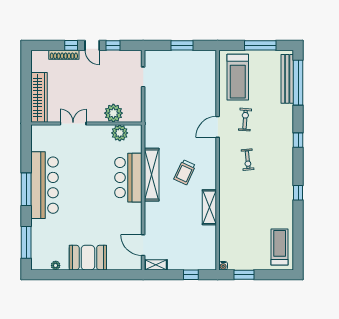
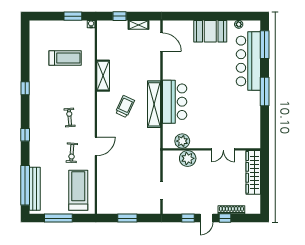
door: (92, 45) -> (207, 218), swing flipped
bar counter: (45, 185) -> (248, 61), moved
treadmill: (280, 247) -> (65, 58), moved, turned -90
shelving: (156, 265) -> (139, 25), moved

